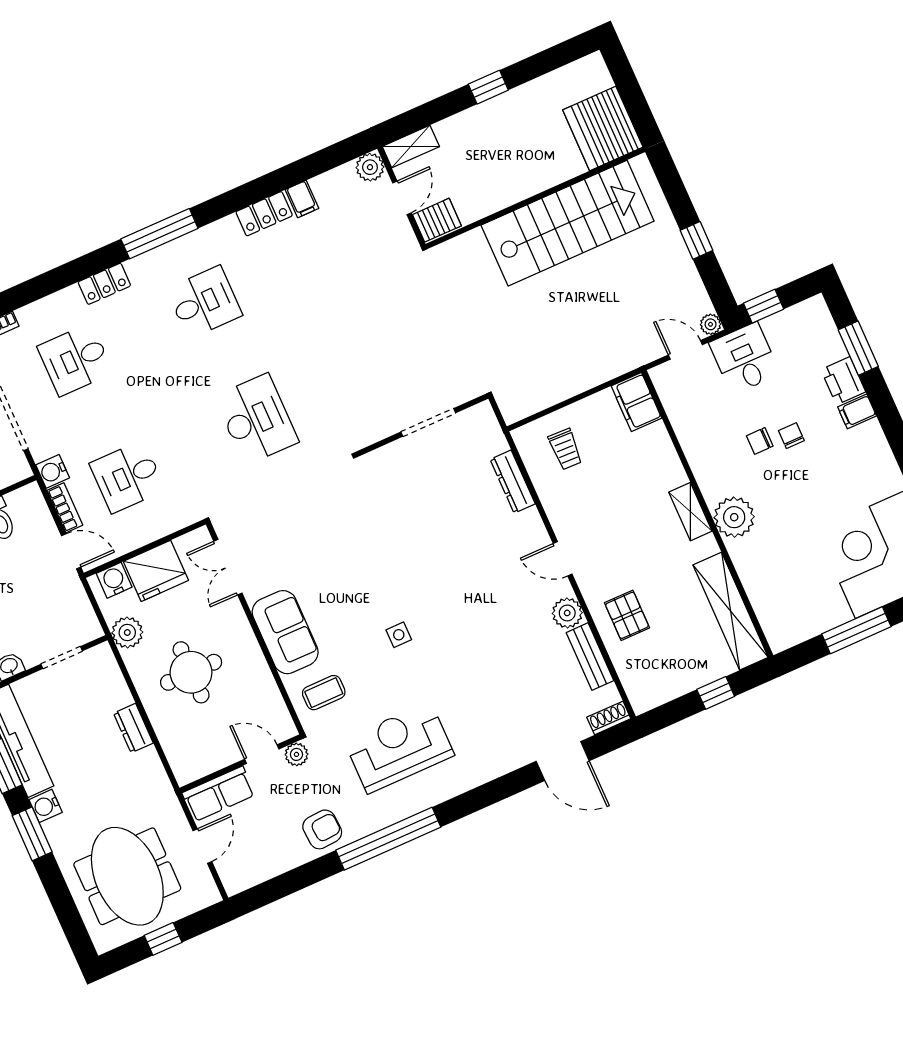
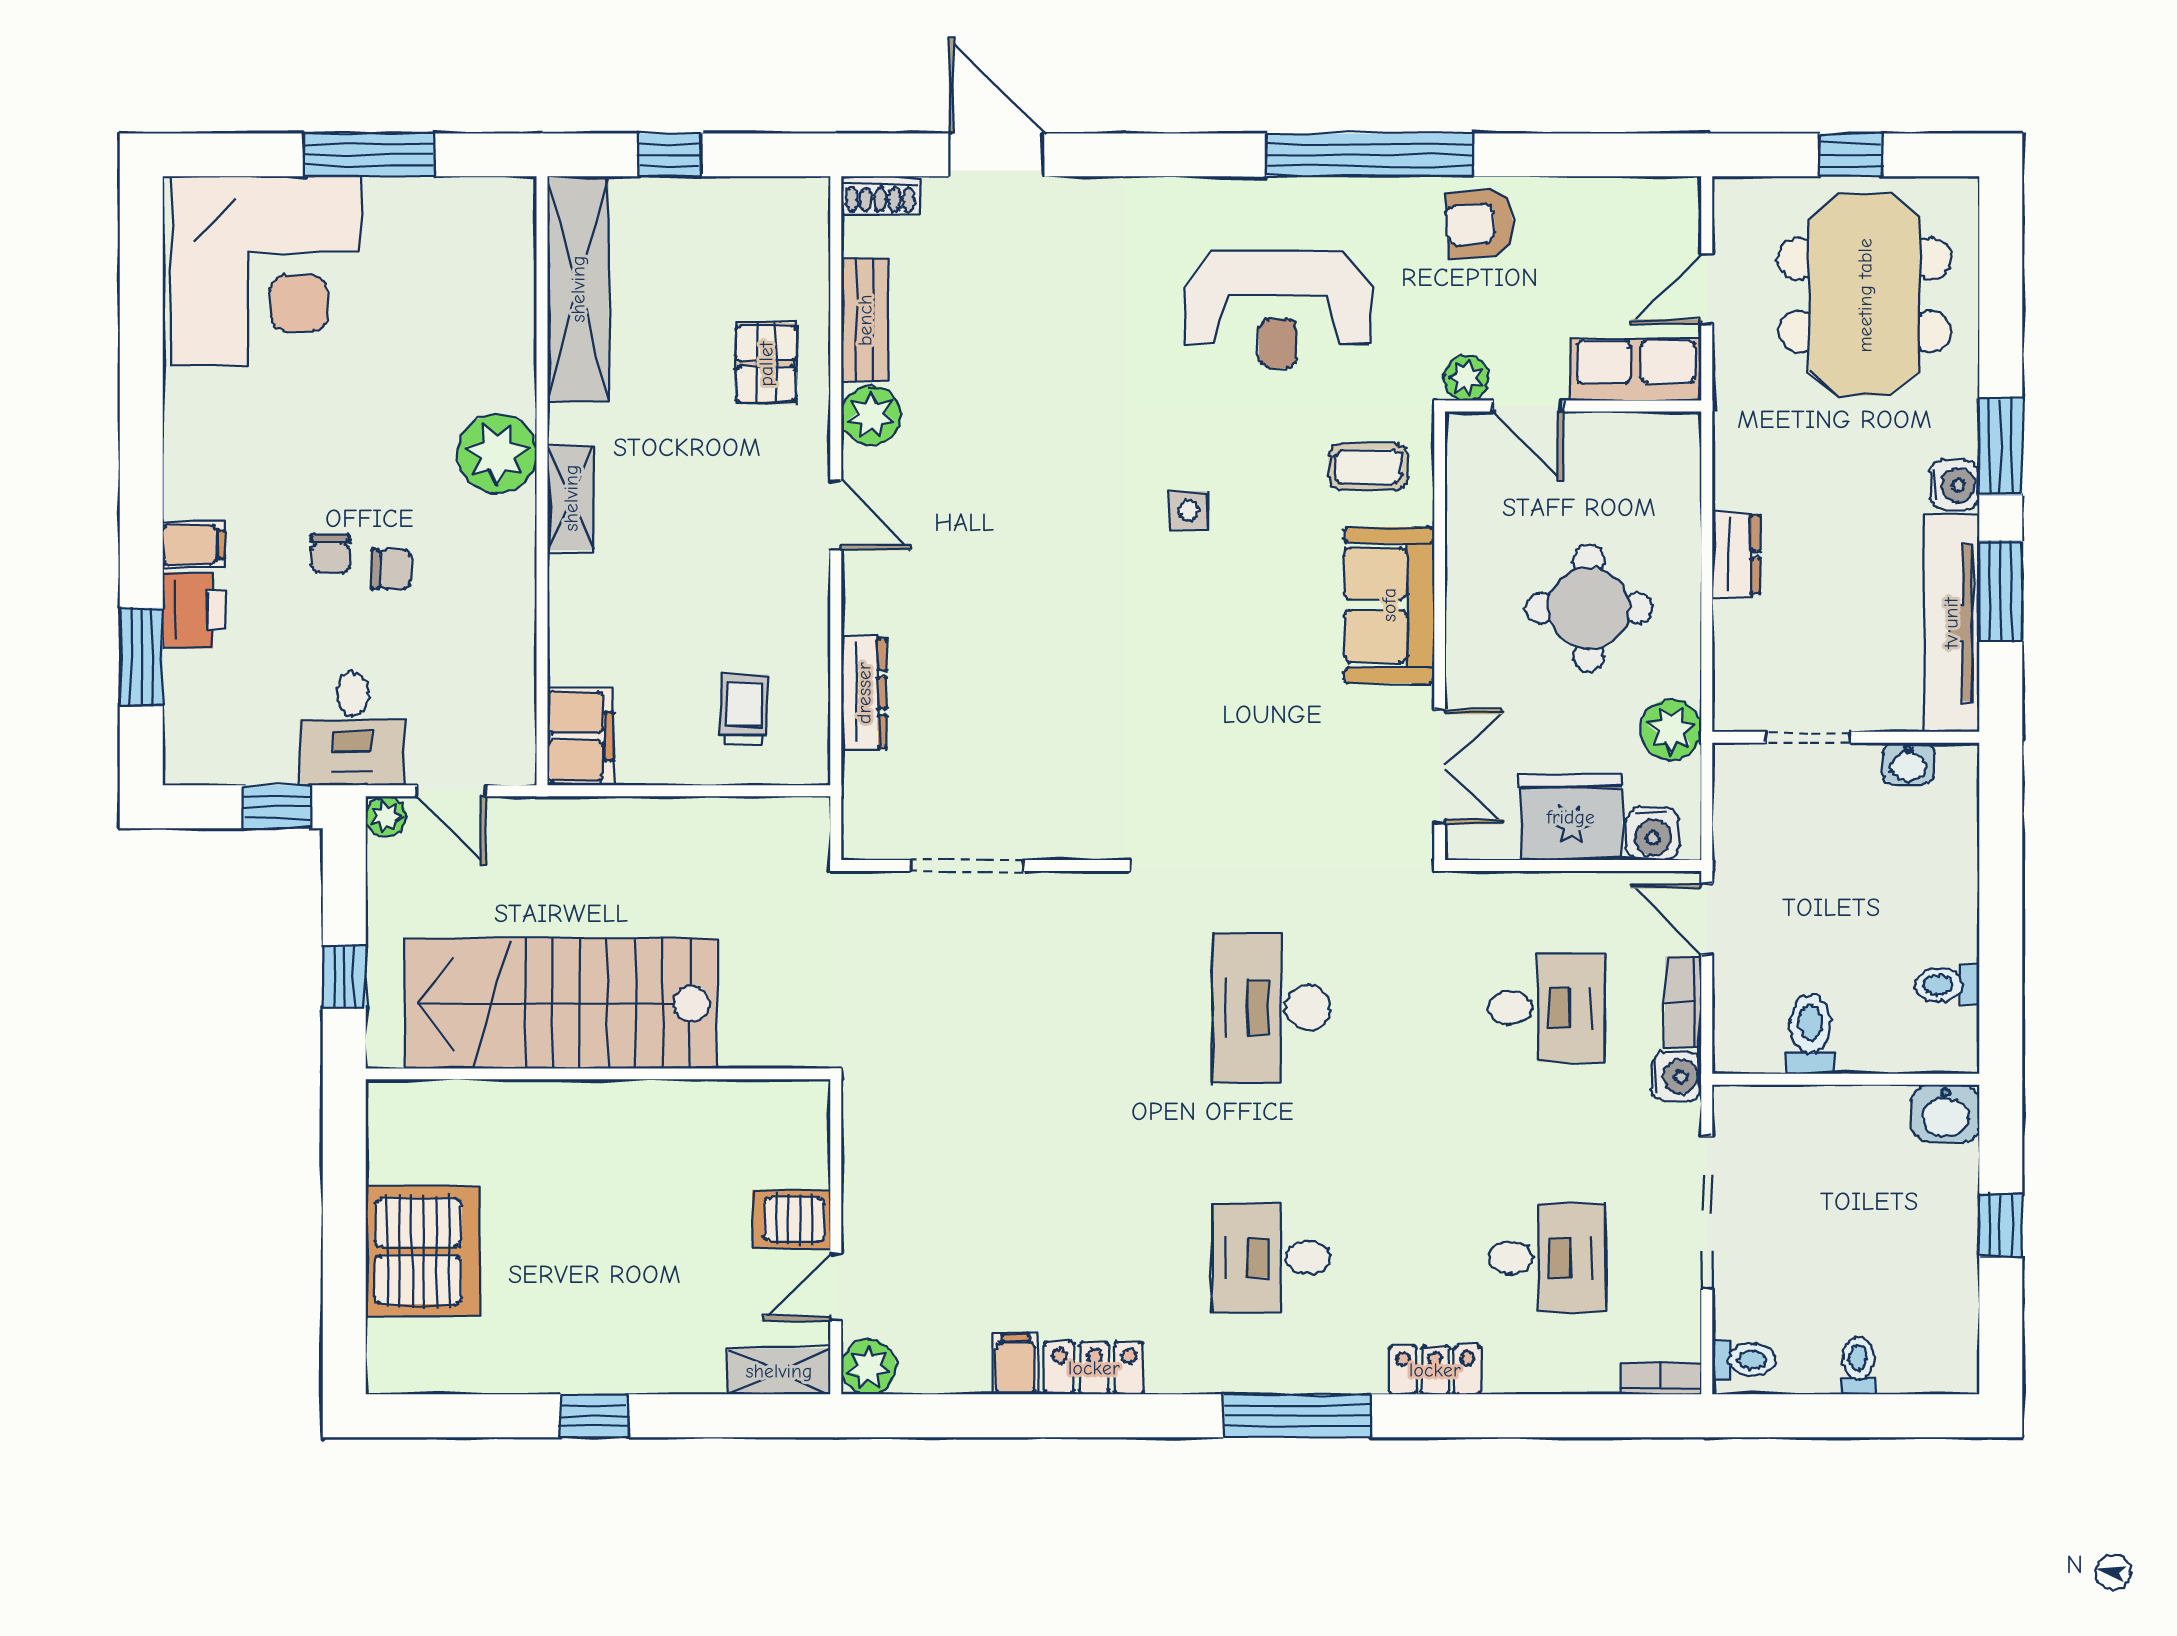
wall: (535, 198) -> (598, 1074), moved
stairs: (568, 223) -> (561, 1003), moved

